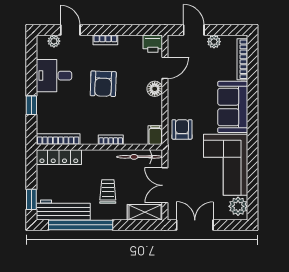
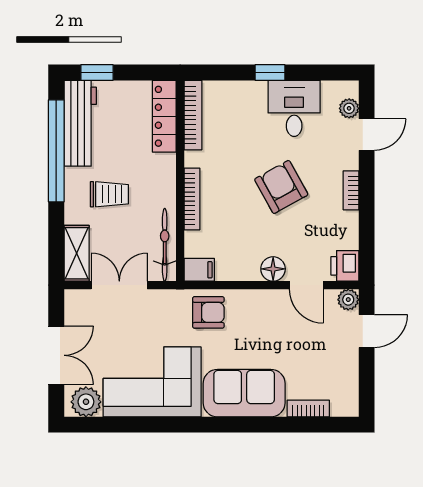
plant: (214, 42) -> (348, 300), moved
bookcase: (242, 59) -> (308, 408), width x0.64
armchair: (103, 84) -> (281, 187), turned 59
window: (31, 105) -> (270, 73), moved
bookcase: (111, 140) -> (192, 199), width x1.56
double door: (195, 225) -> (56, 355), moved

